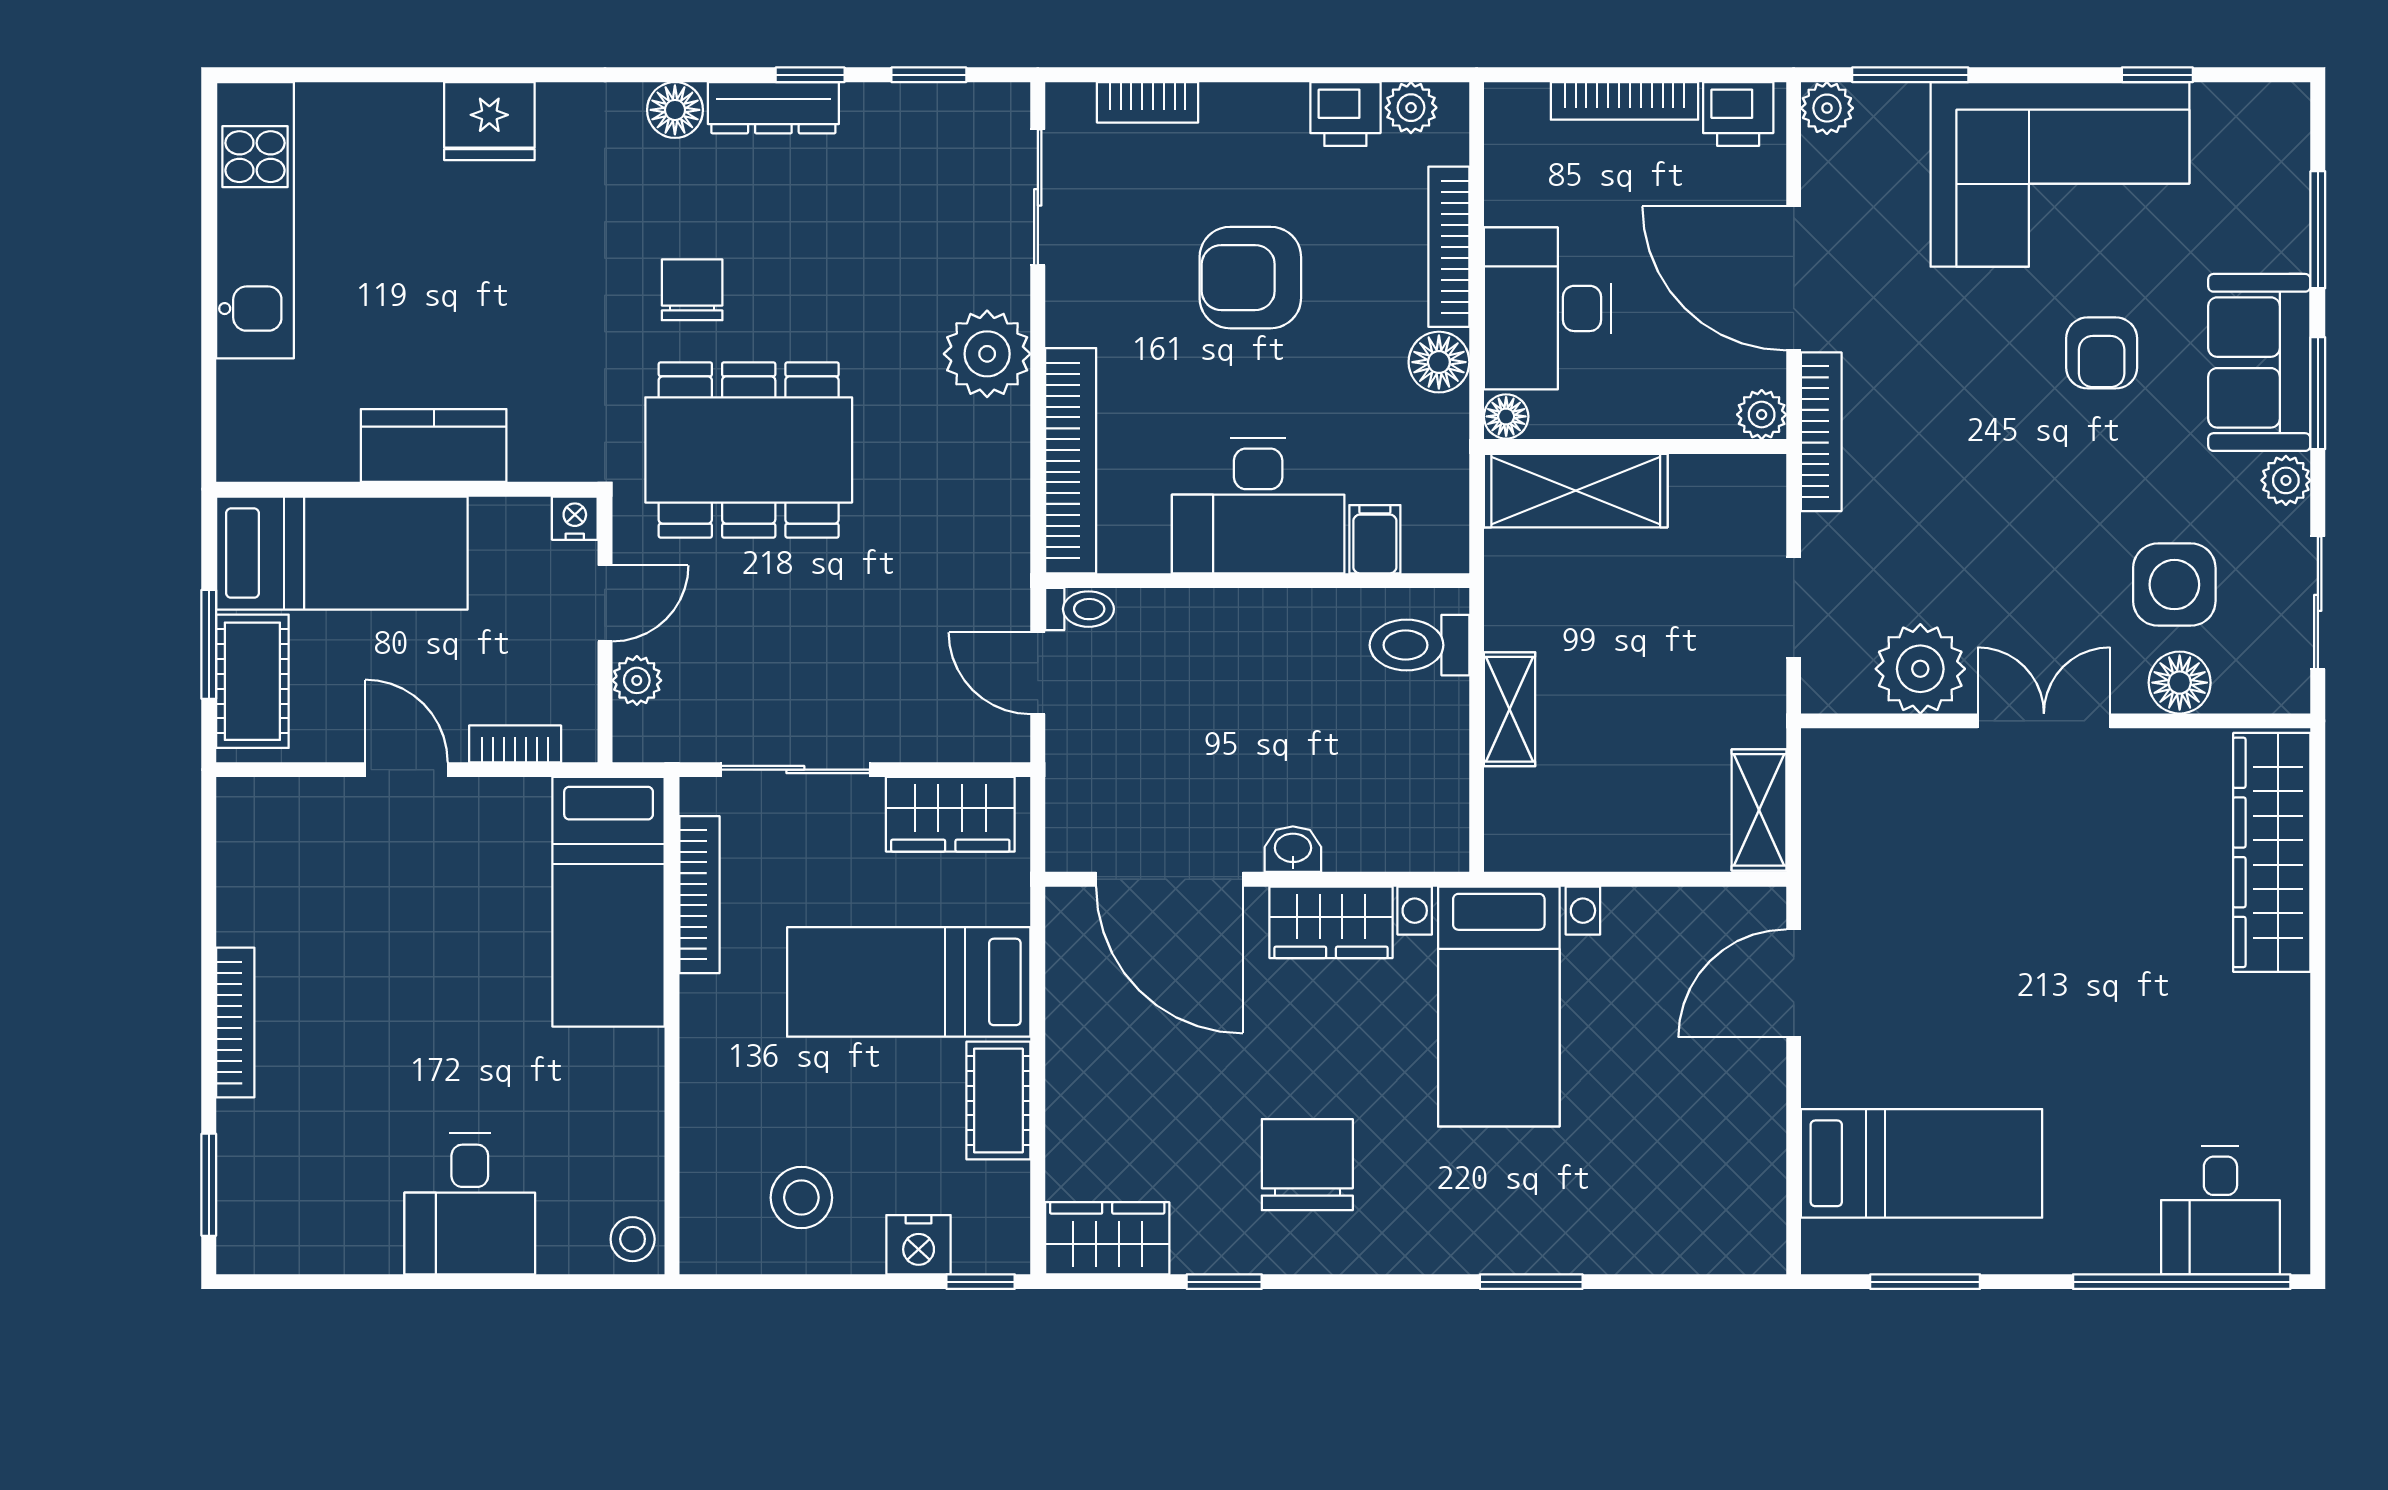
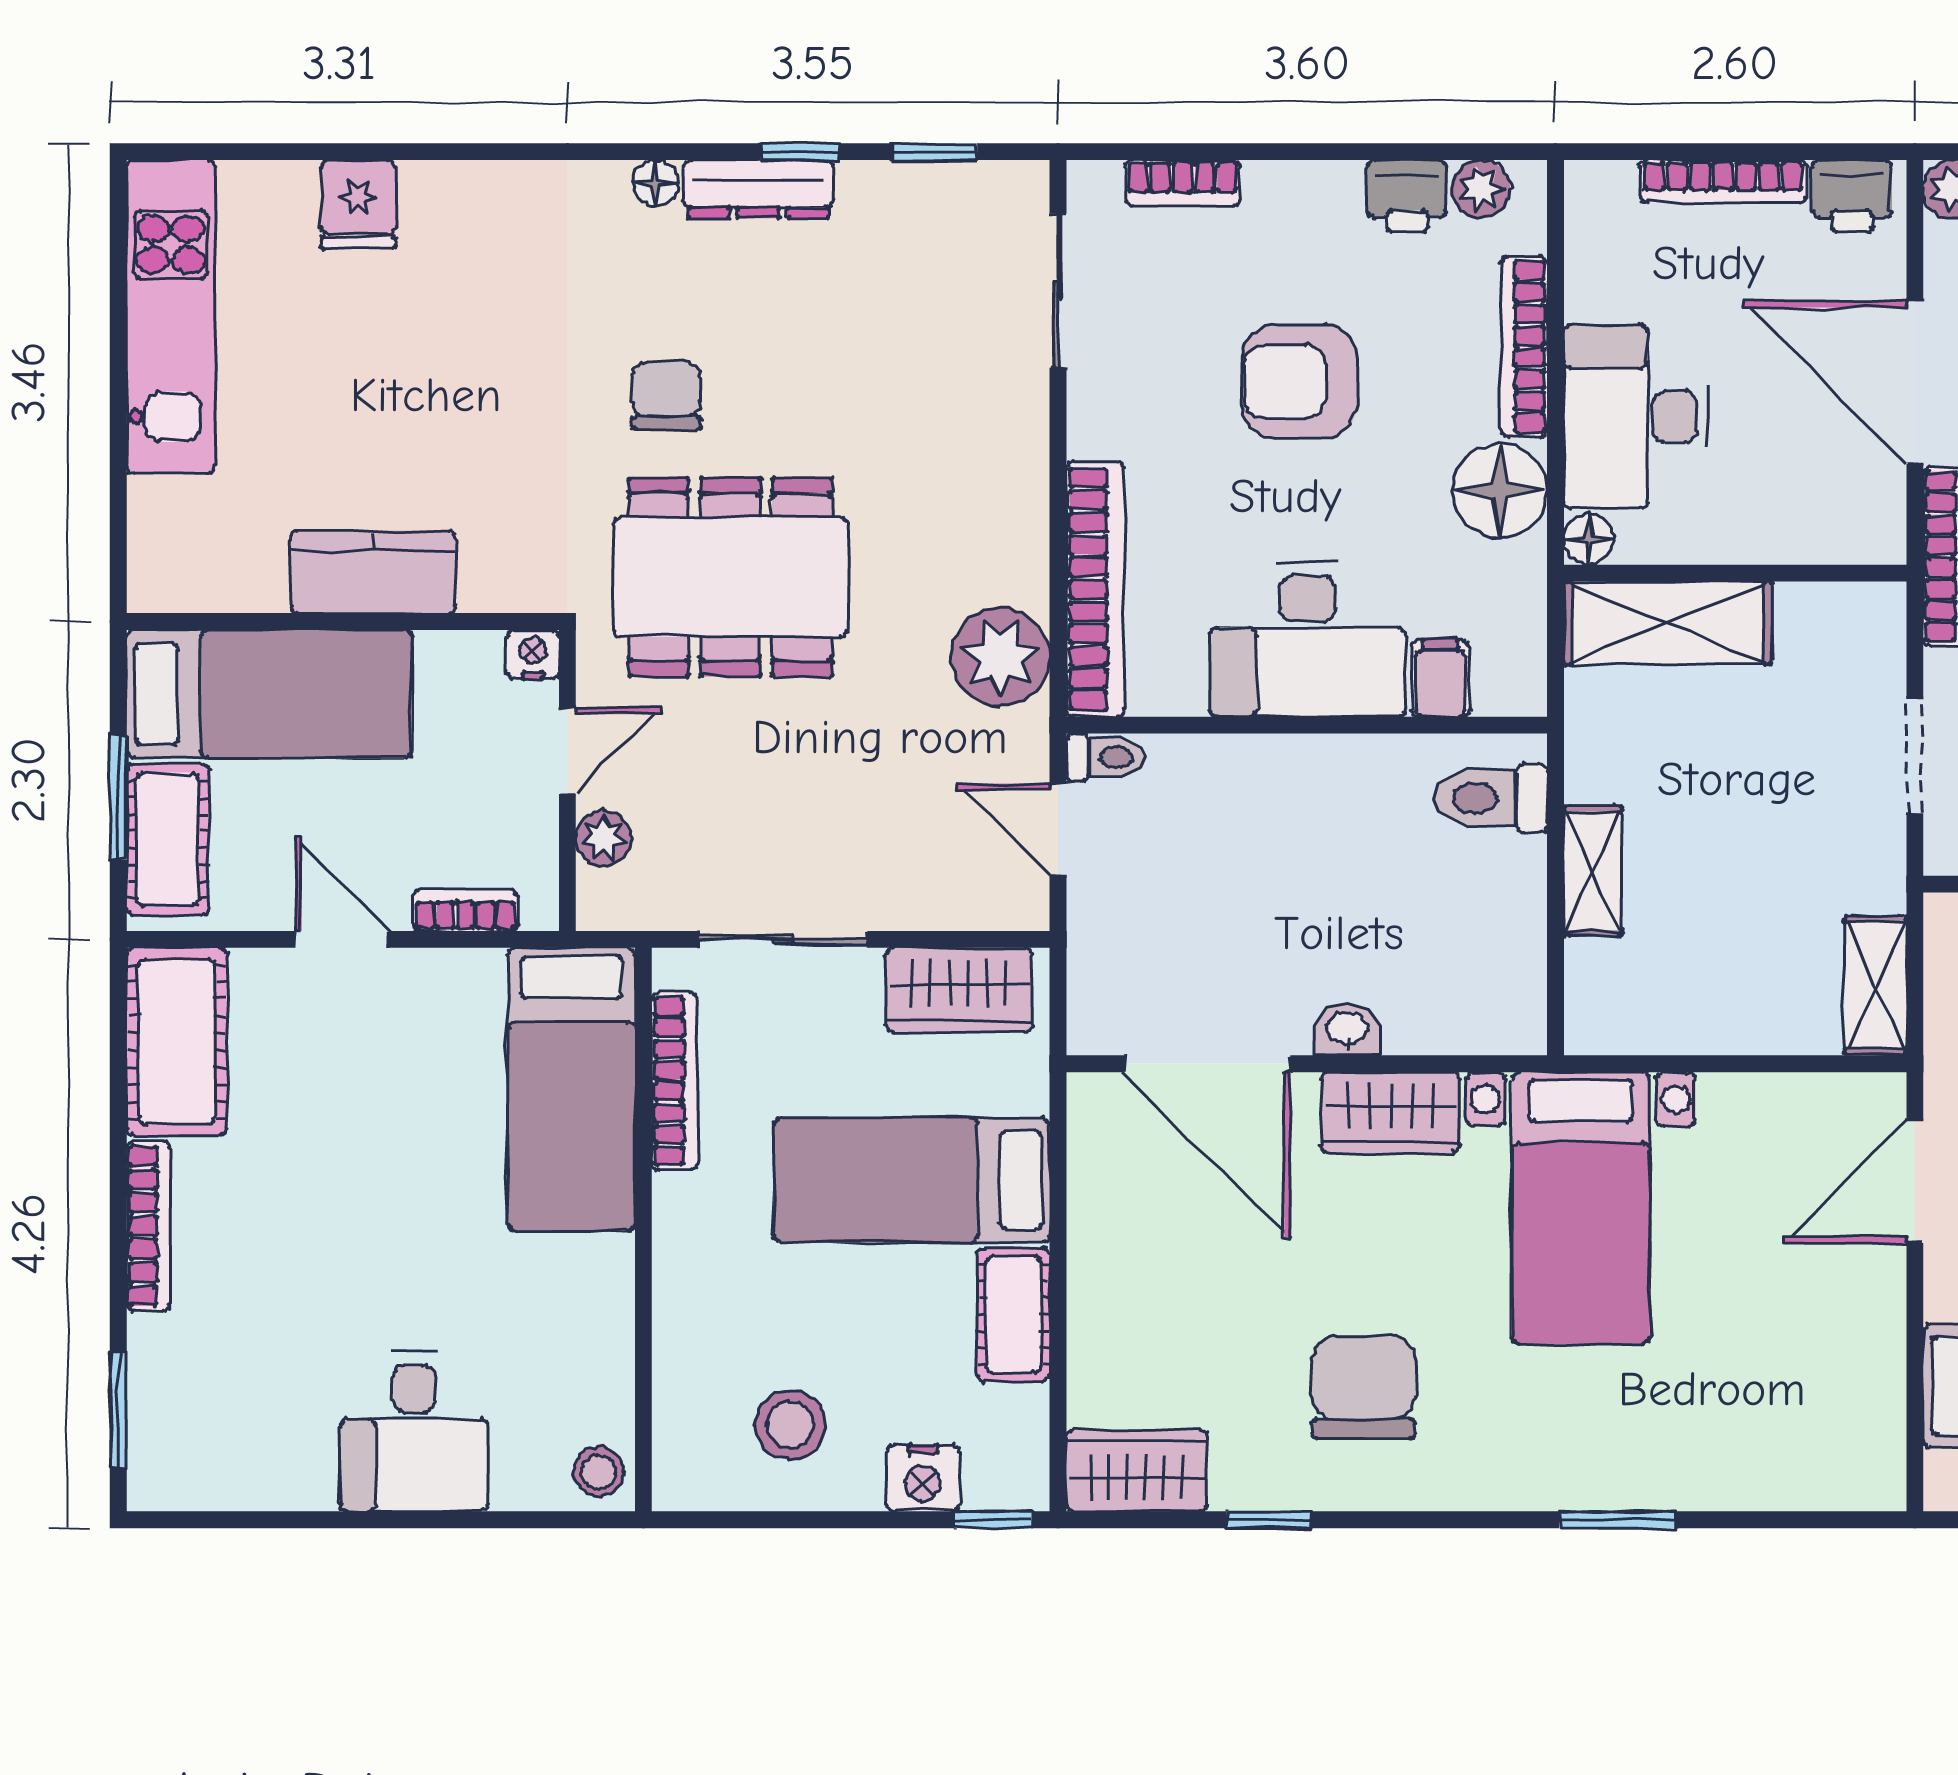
floor lamp: (675, 110) -> (655, 183), width x0.73, depth x0.73
fridge: (489, 121) -> (358, 204), moved, width x0.72
plant: (987, 354) -> (1001, 657), moved
floor lamp: (1439, 362) -> (1500, 490), width x1.38, depth x1.38
plant: (1762, 415) -> (1879, 537), removed
cot: (260, 860) -> (177, 1042), added

